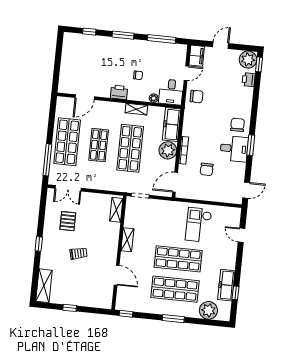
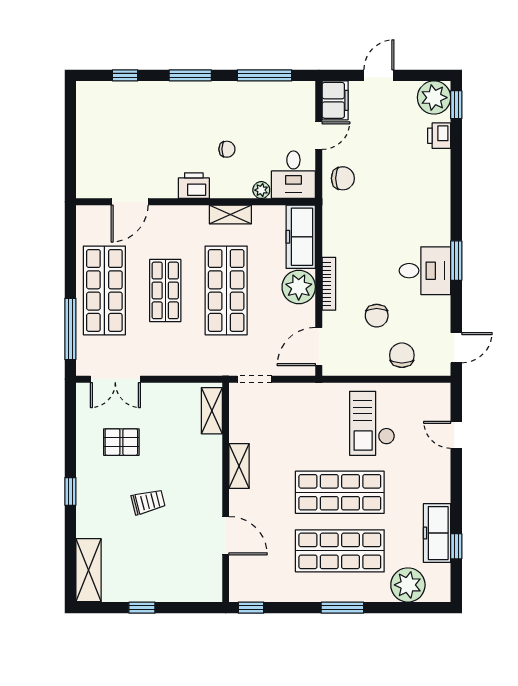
chair: (237, 125) -> (402, 355), moved
pallet: (68, 221) -> (121, 442), turned 90

